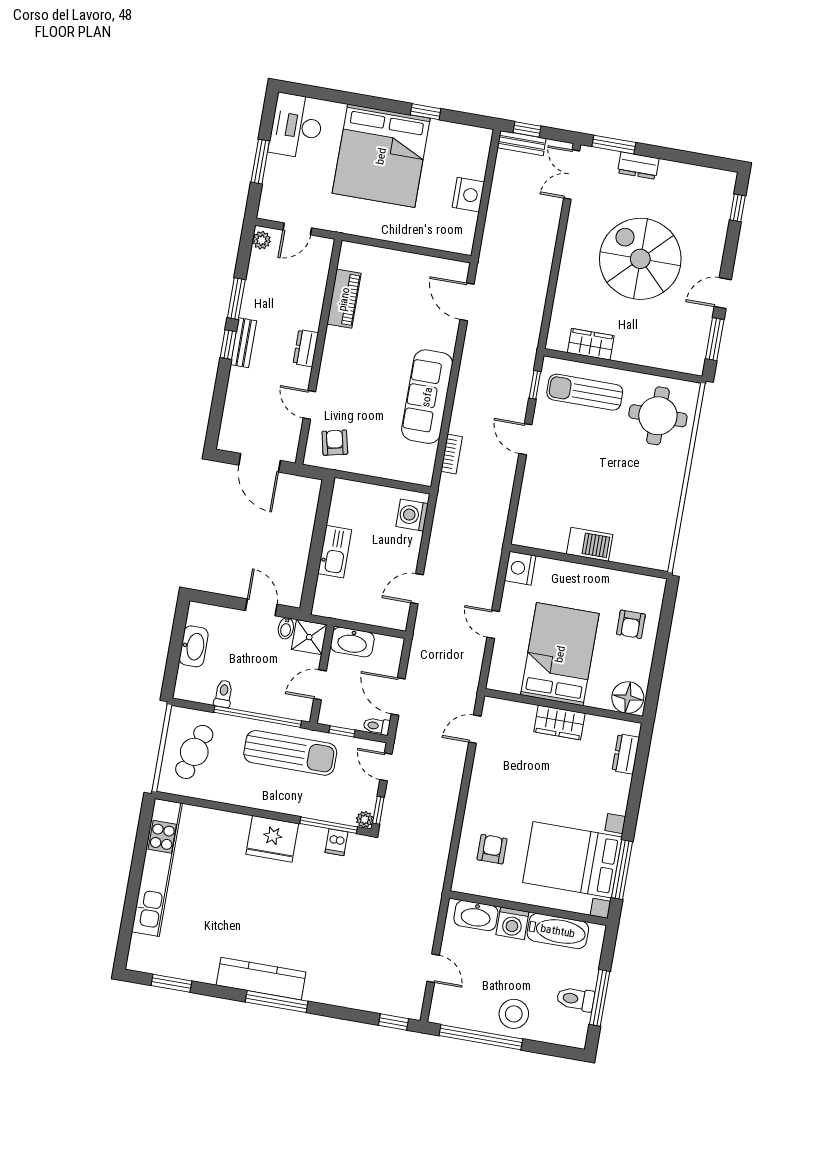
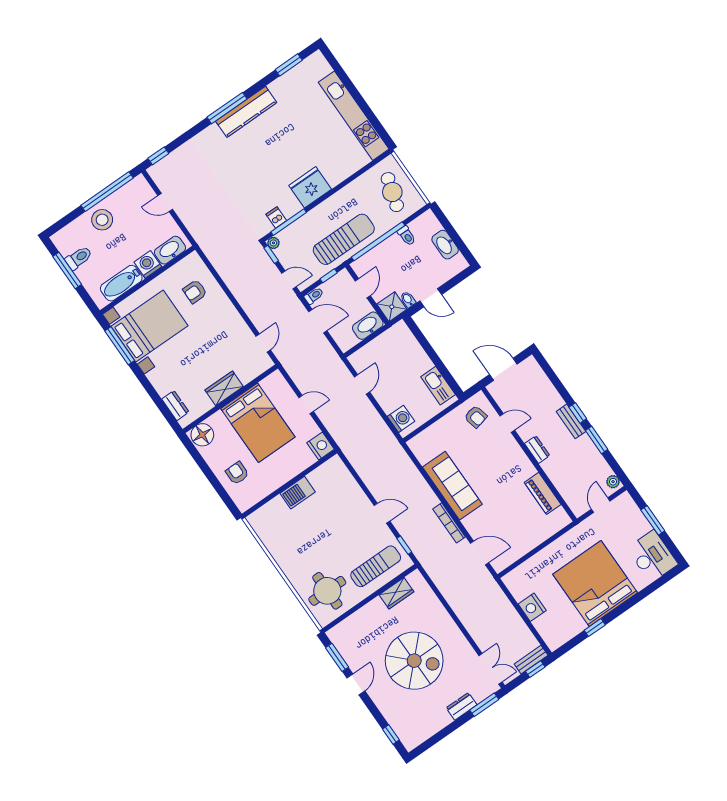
bookcase: (452, 454) -> (449, 523), moved, width x1.56
kitchen sink: (335, 552) -> (438, 386), moved
sun lounger: (290, 753) -> (344, 239), turned 180
armchair: (492, 849) -> (195, 291), turned 90

